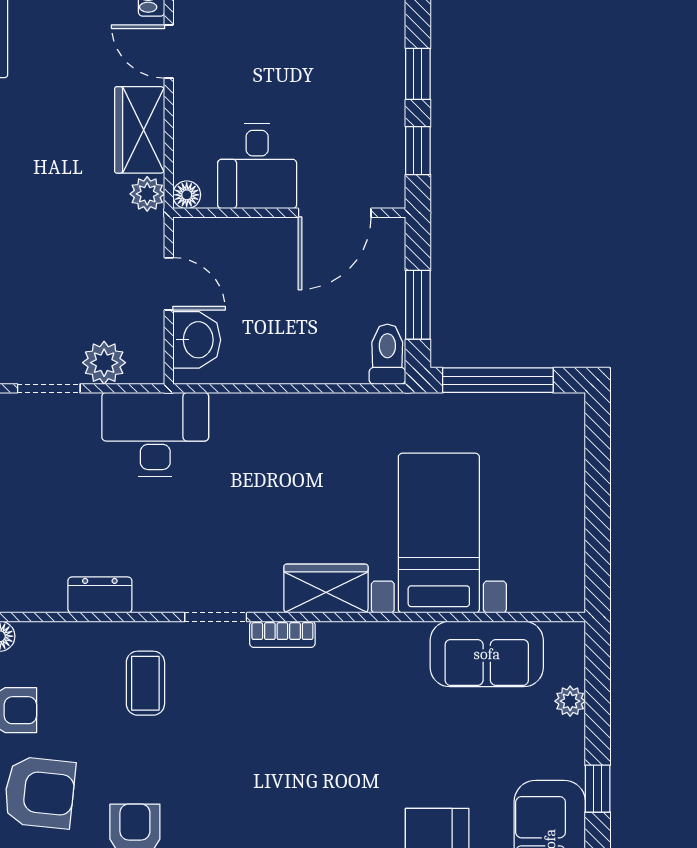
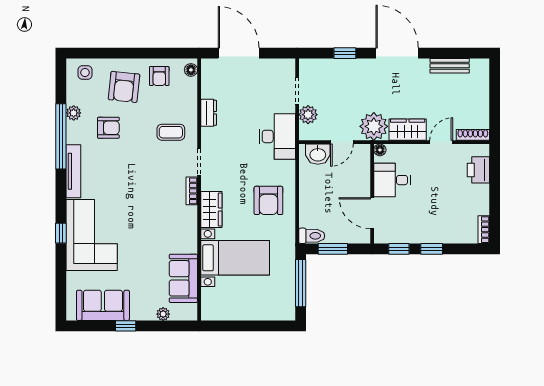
plant: (147, 194) -> (374, 126), width x1.87, depth x1.87
armchair: (305, 455) -> (268, 200), added

